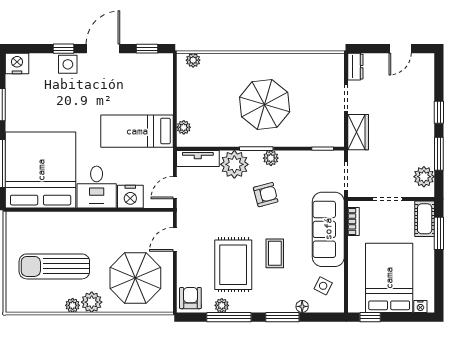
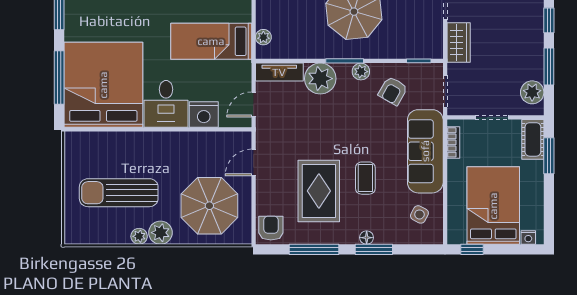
armchair: (266, 195) -> (393, 91), moved, turned 135
plant: (222, 305) -> (306, 236), removed
floor lamp: (302, 306) -> (367, 238), moved

